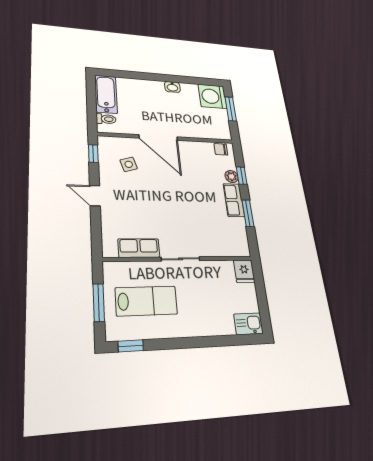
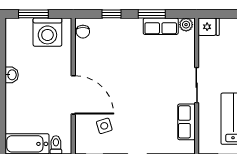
washing machine: (213, 96) -> (47, 32), moved
door: (158, 138) -> (73, 95), hinge flipped
plant: (232, 176) -> (186, 25), moved
row of seats: (234, 200) -> (161, 26), moved

